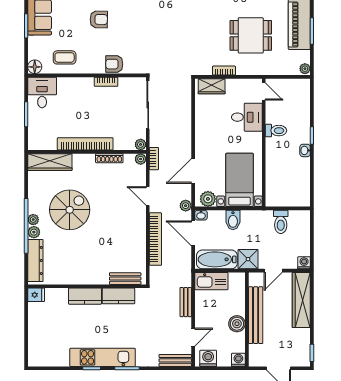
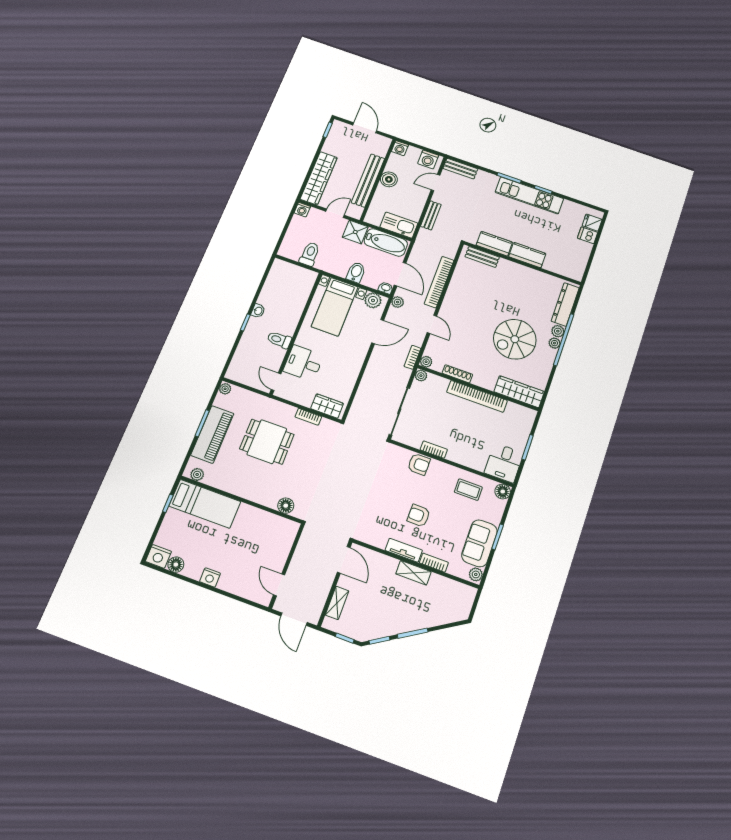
fridge: (36, 295) -> (592, 223), moved
dishwasher: (36, 337) -> (588, 235), added

